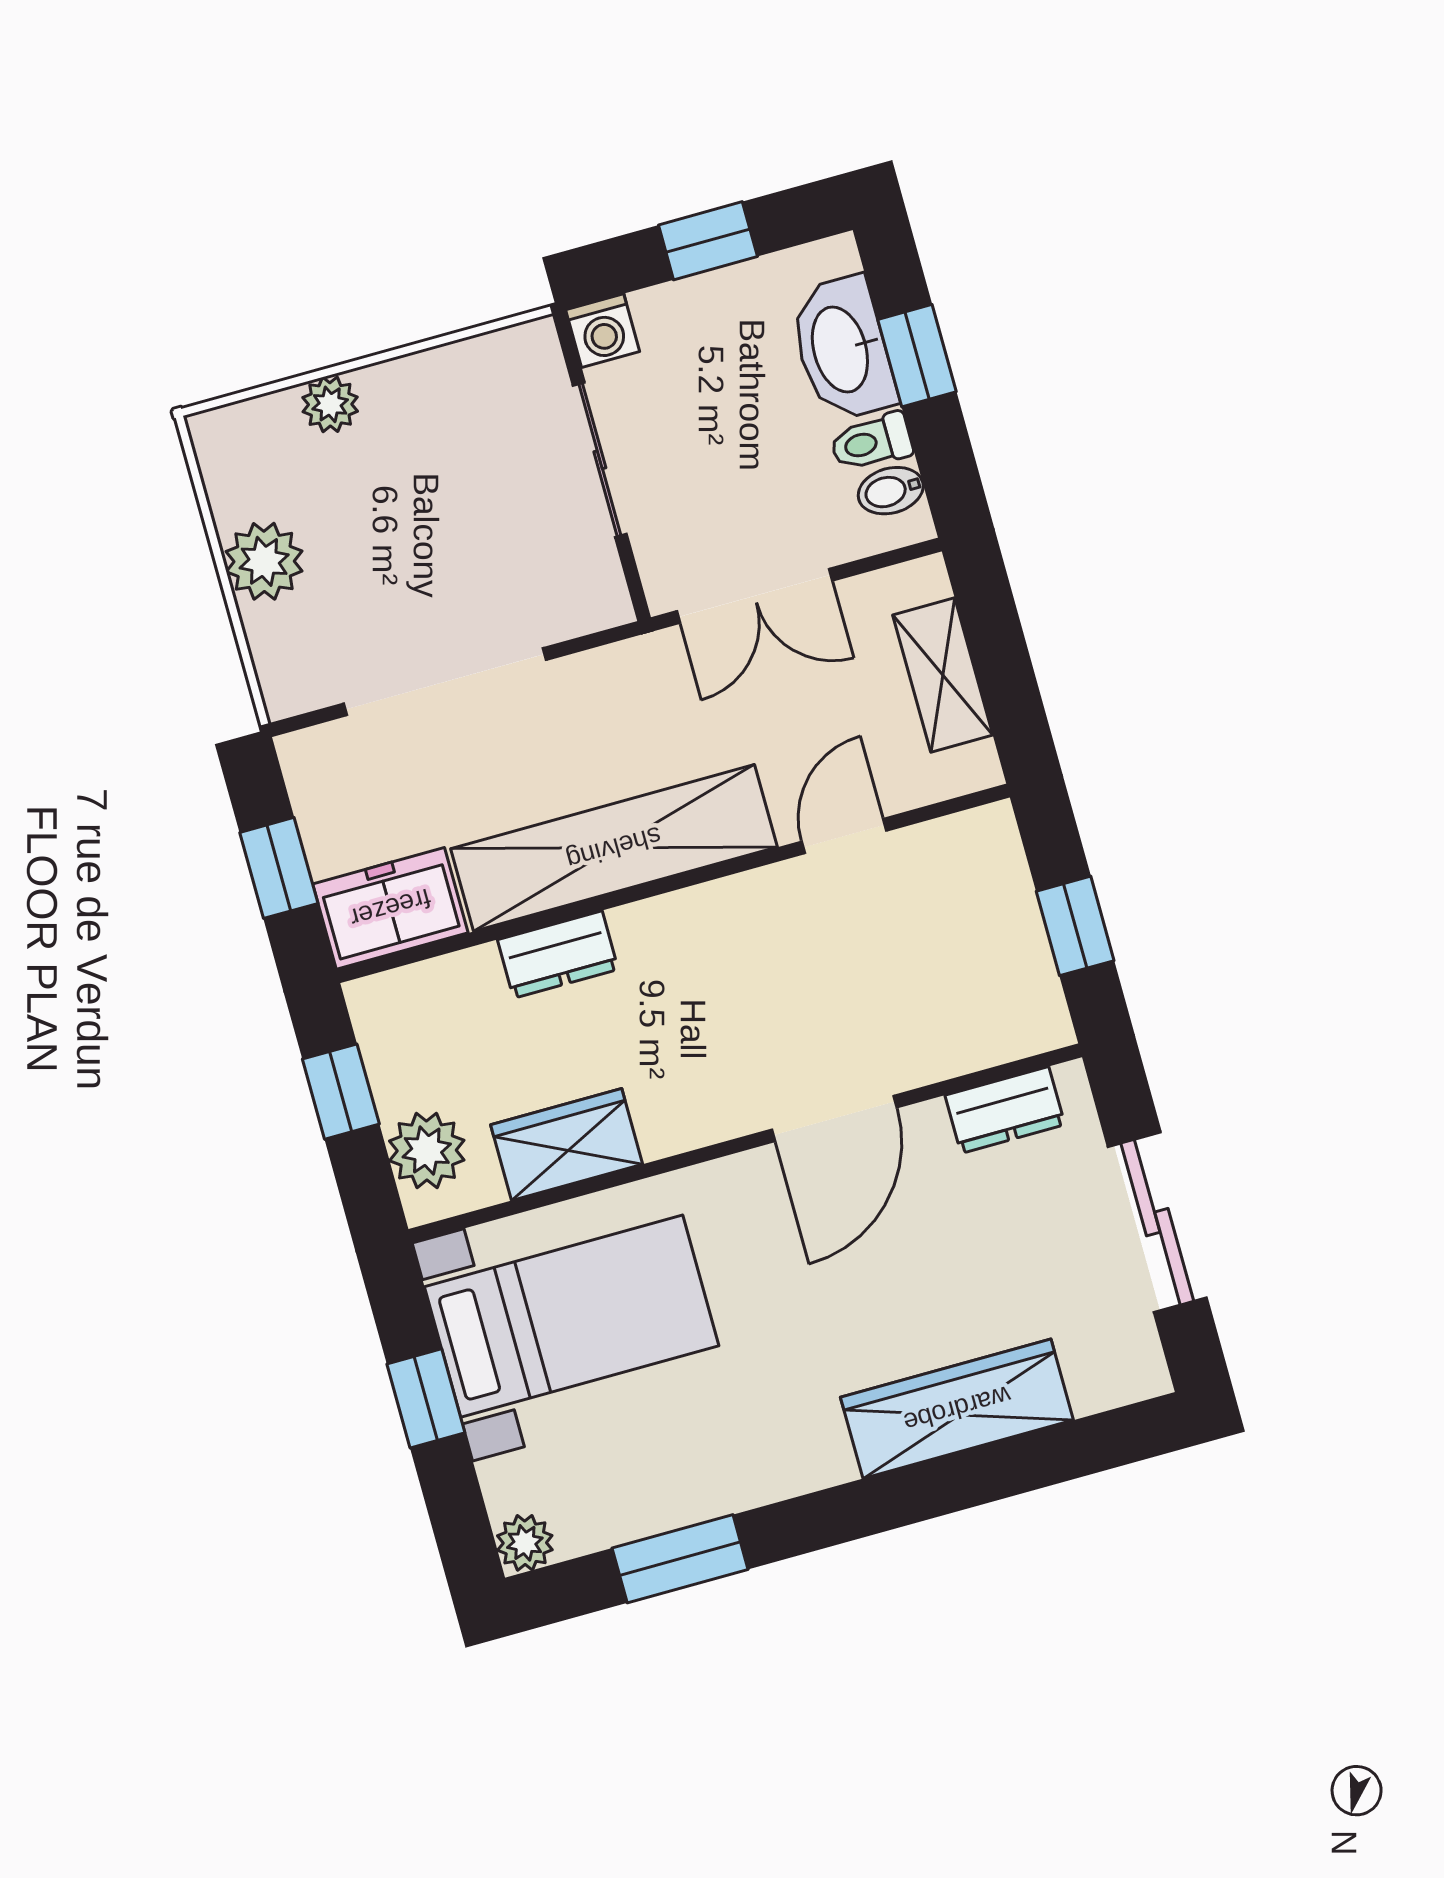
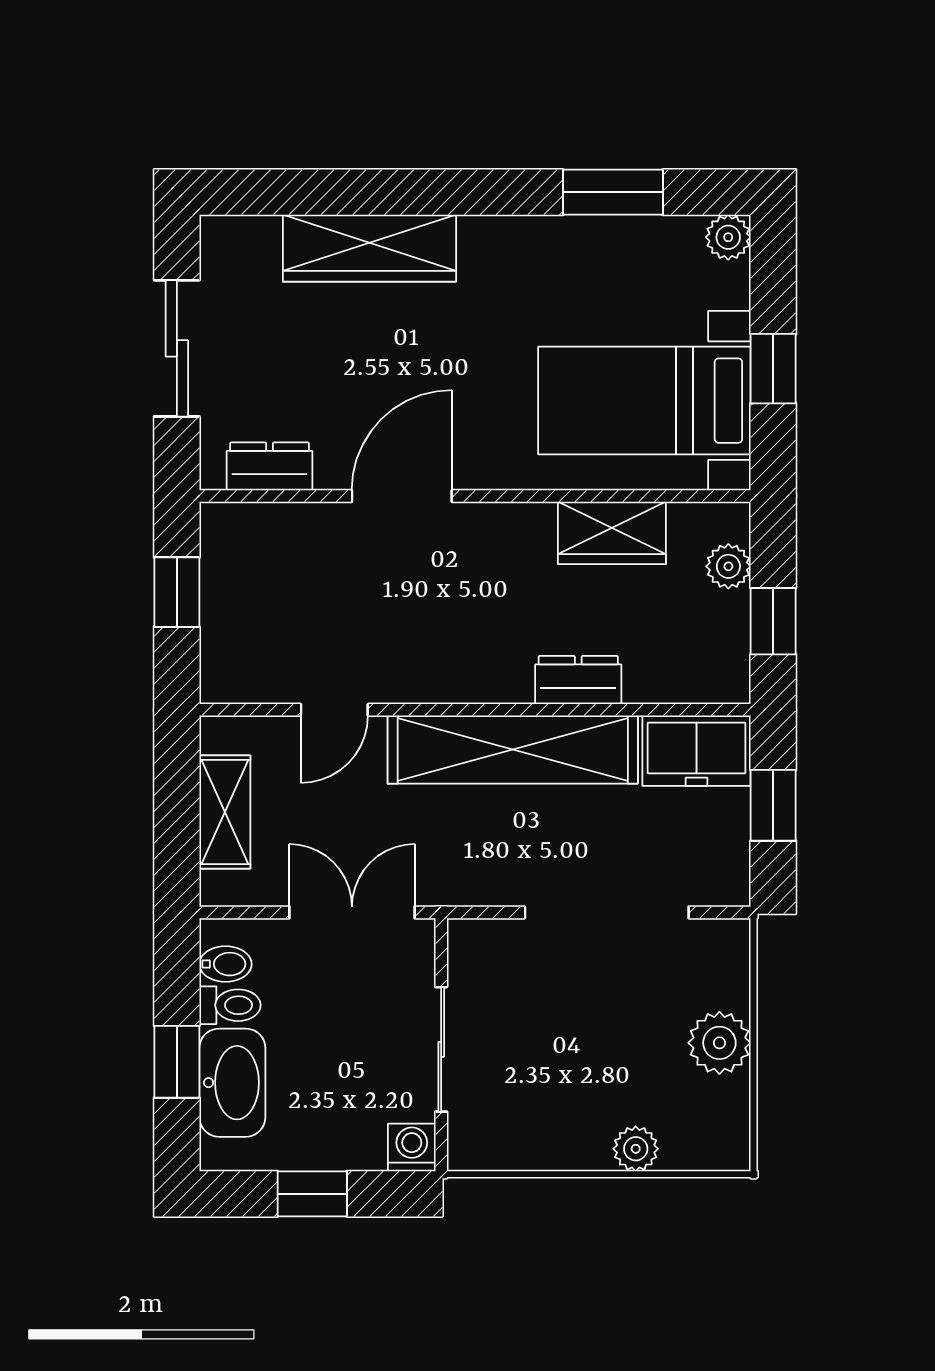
plant: (427, 1150) -> (728, 566), width x0.73, depth x0.73

